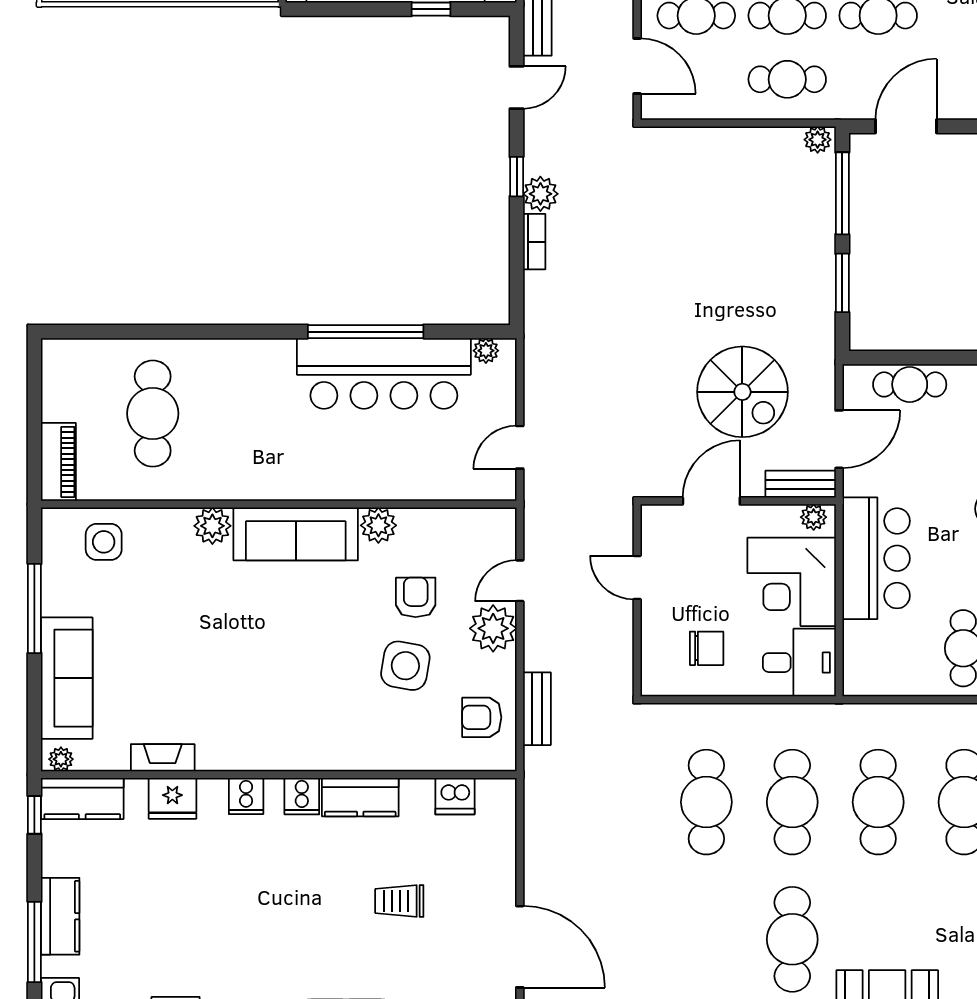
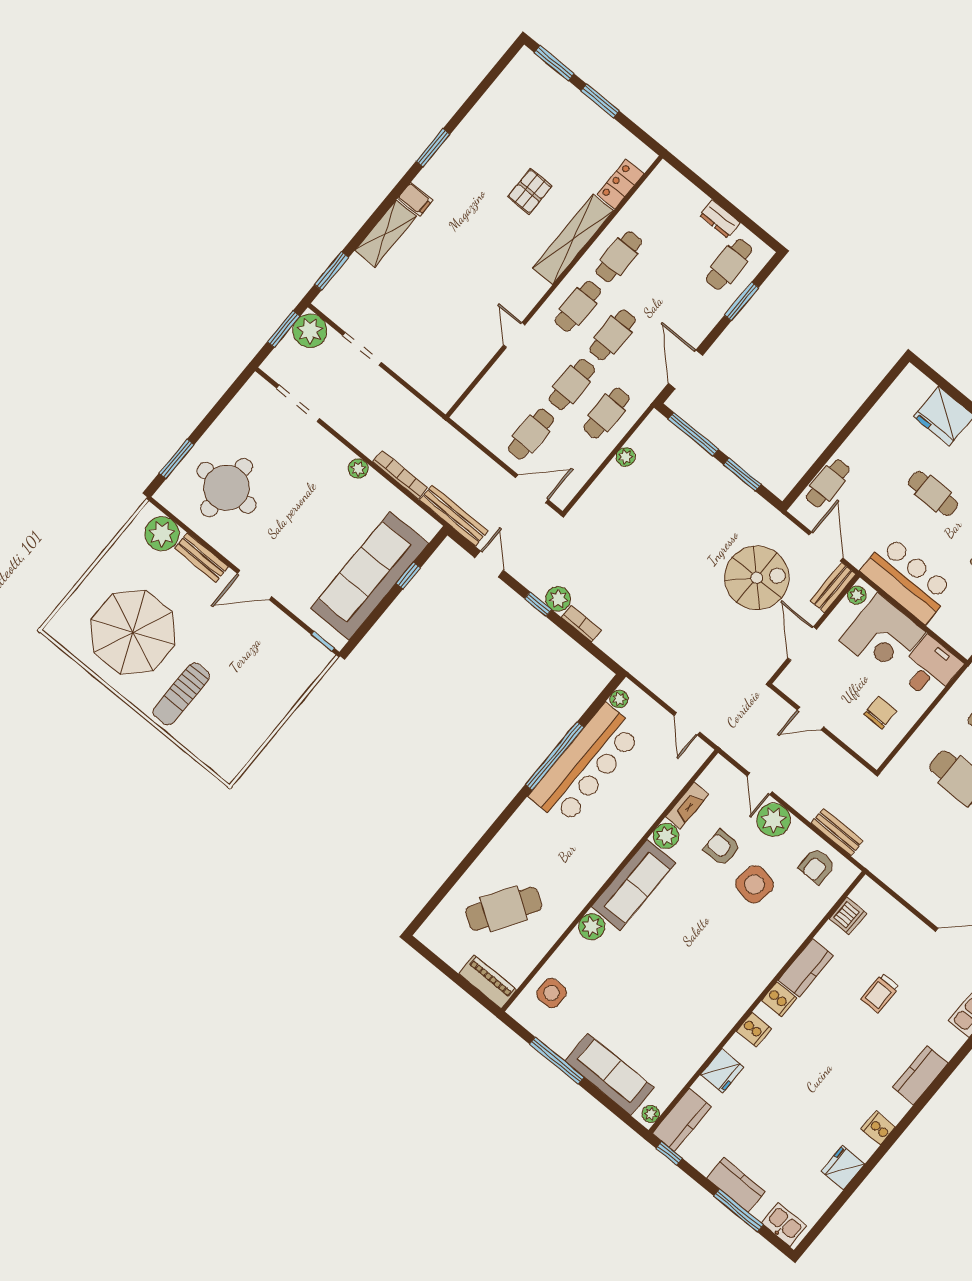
plant: (818, 140) -> (626, 457), moved
cafe table: (153, 414) -> (504, 909), turned -57
fireplace: (163, 758) -> (687, 806), moved, turned 180

